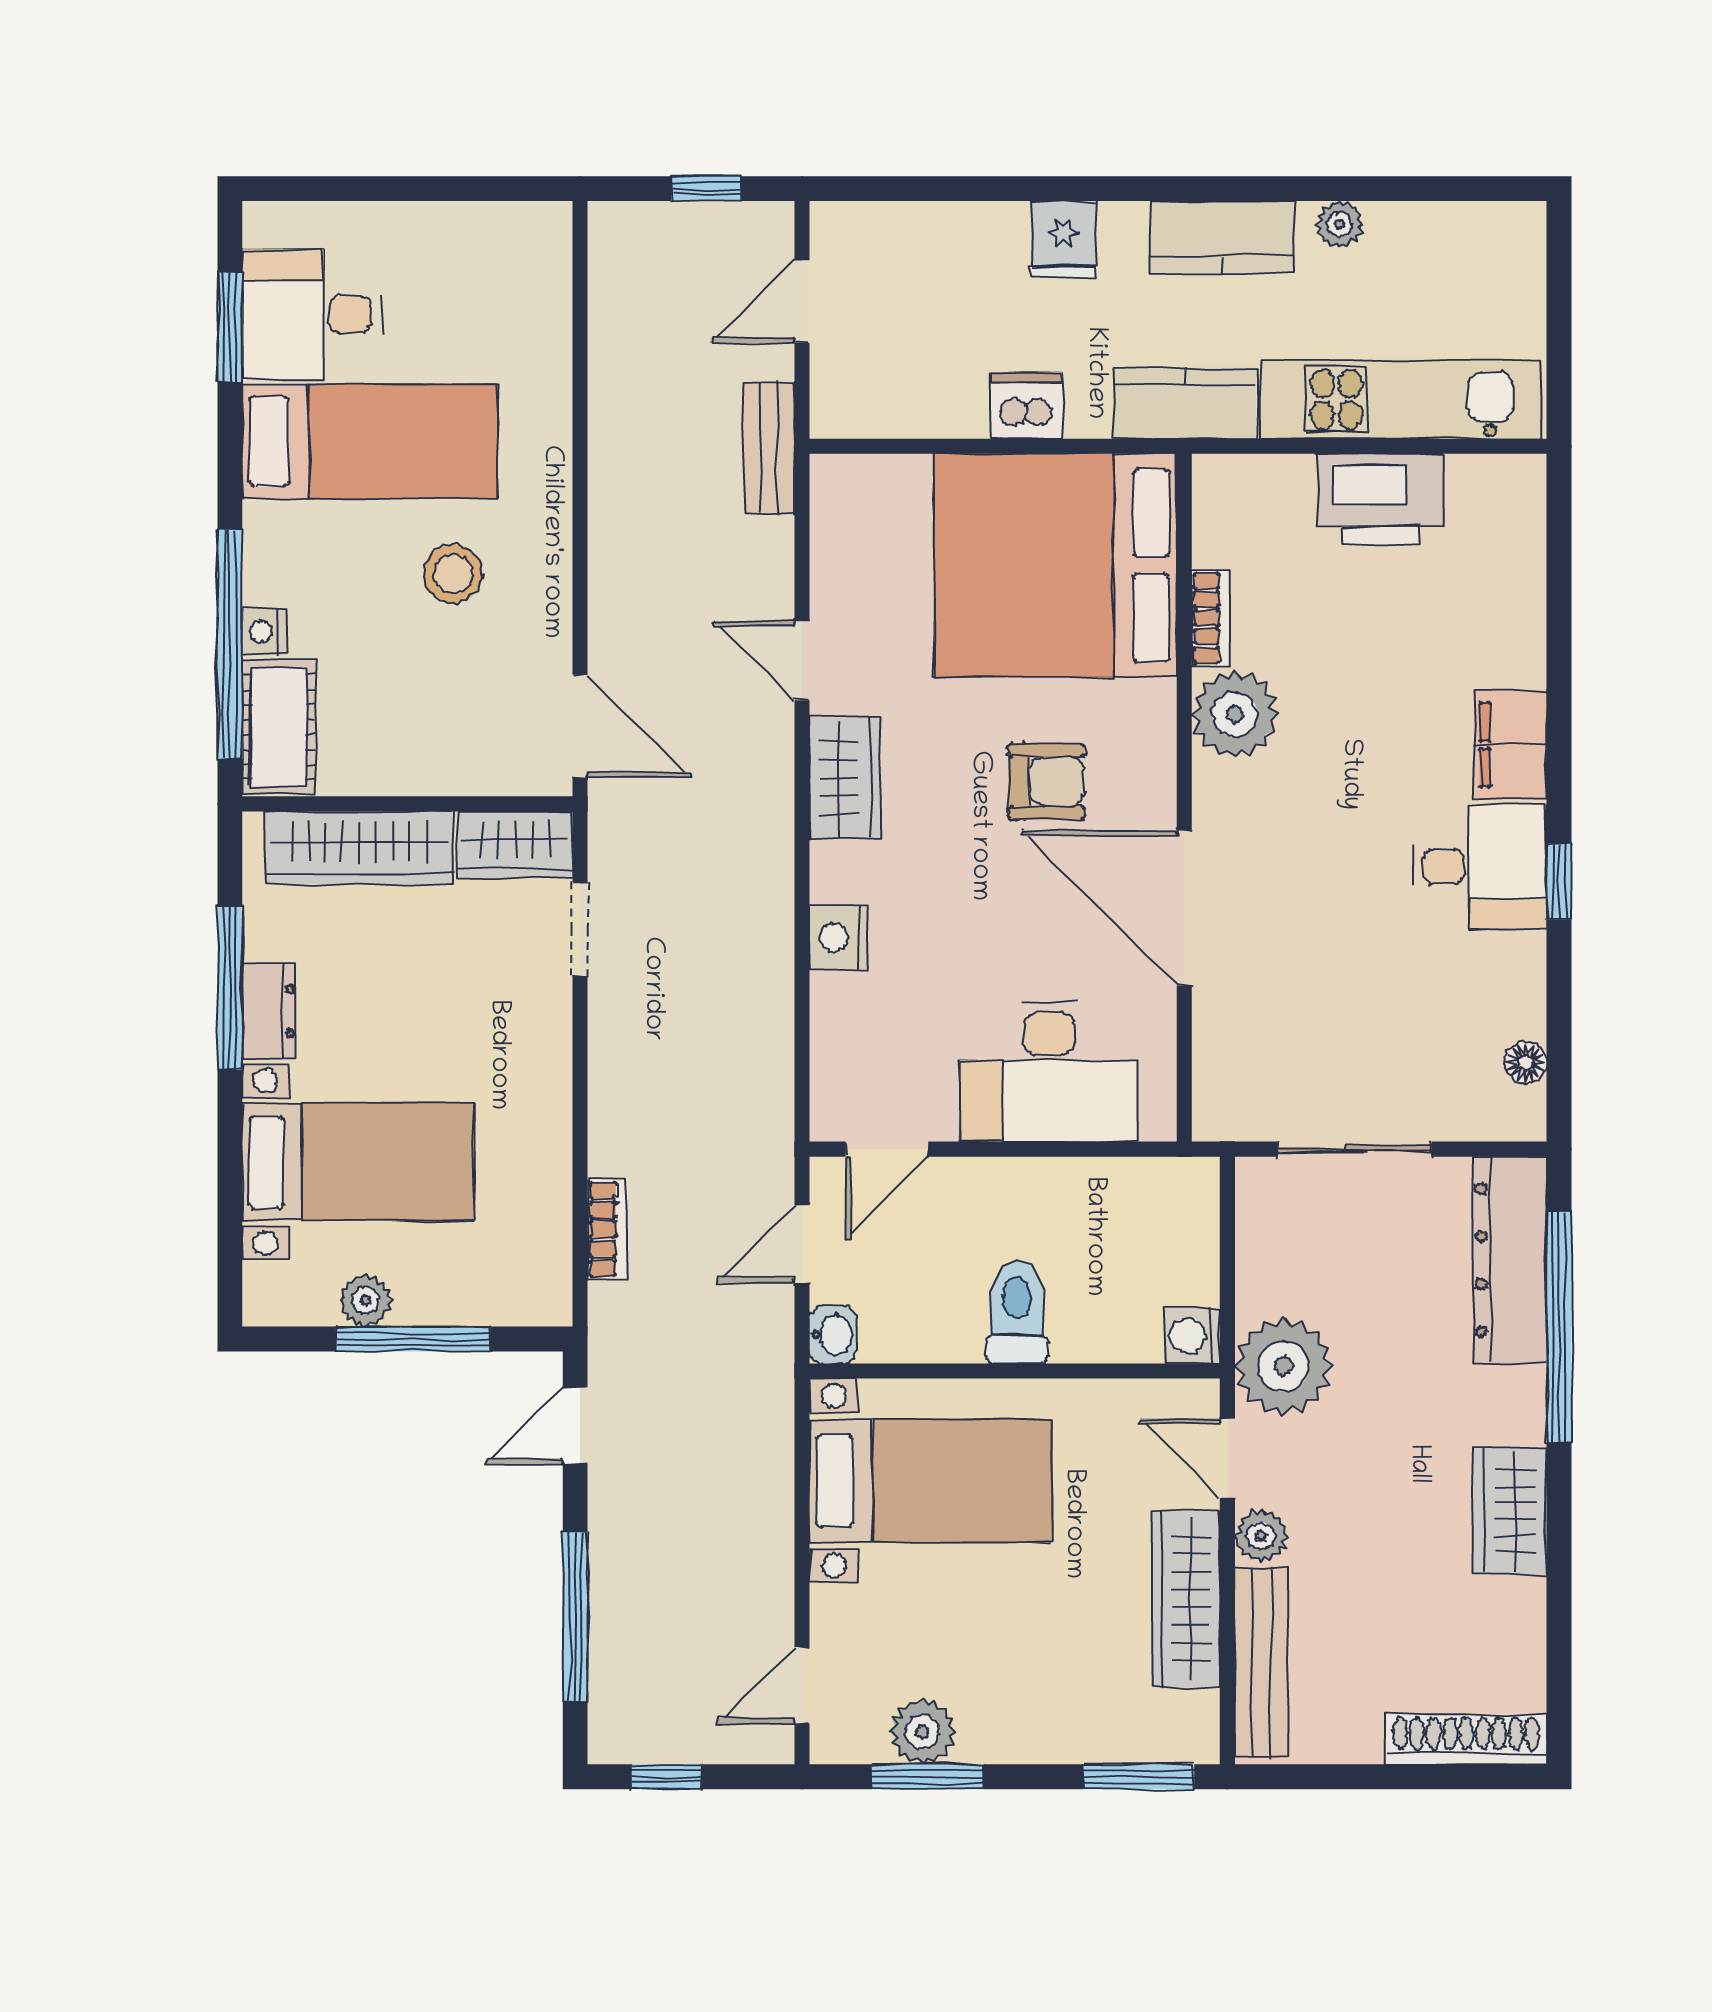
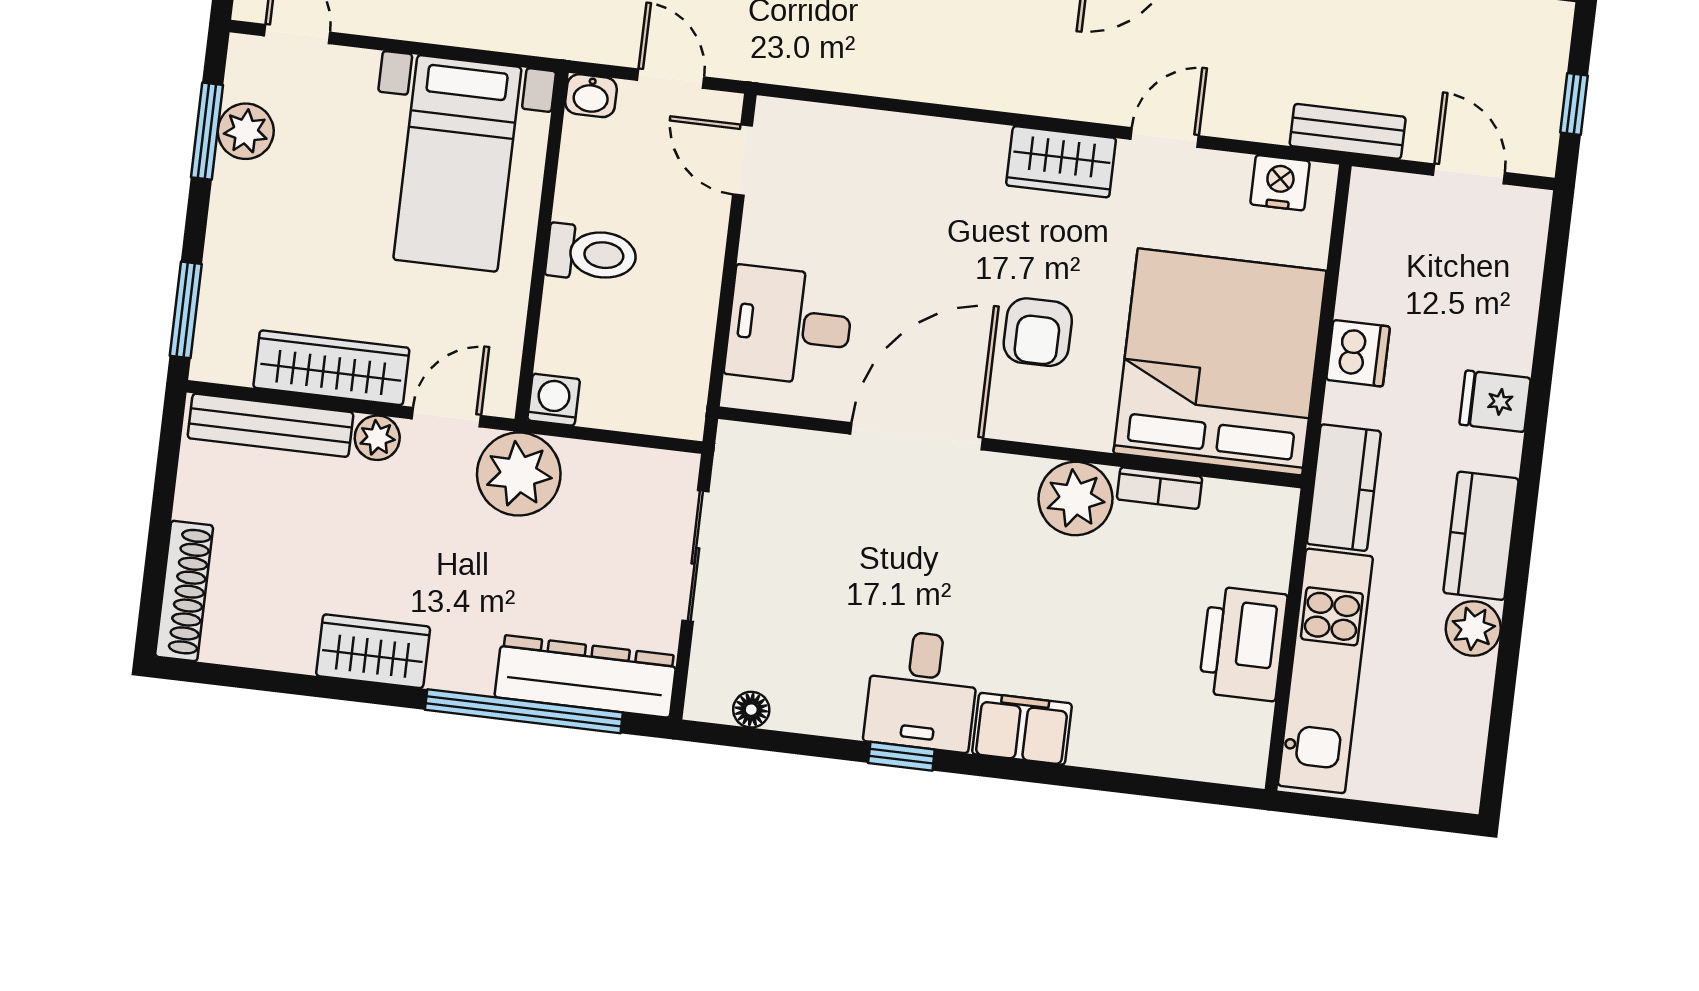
plant: (1340, 224) -> (1473, 628), width x1.38, depth x1.38
nightstand: (839, 937) -> (1280, 183), moved
desk: (1049, 1072) -> (789, 326), width x0.73

